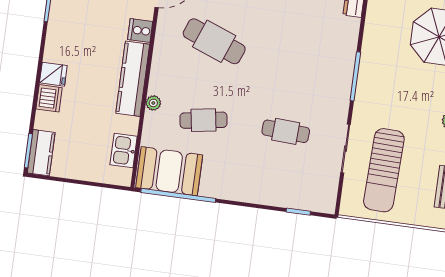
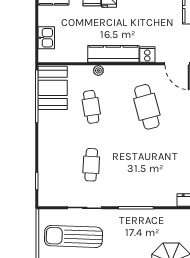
cafe table: (214, 41) -> (147, 107), turned -36
kitchen sink: (124, 150) -> (46, 38), moved, turned 90

